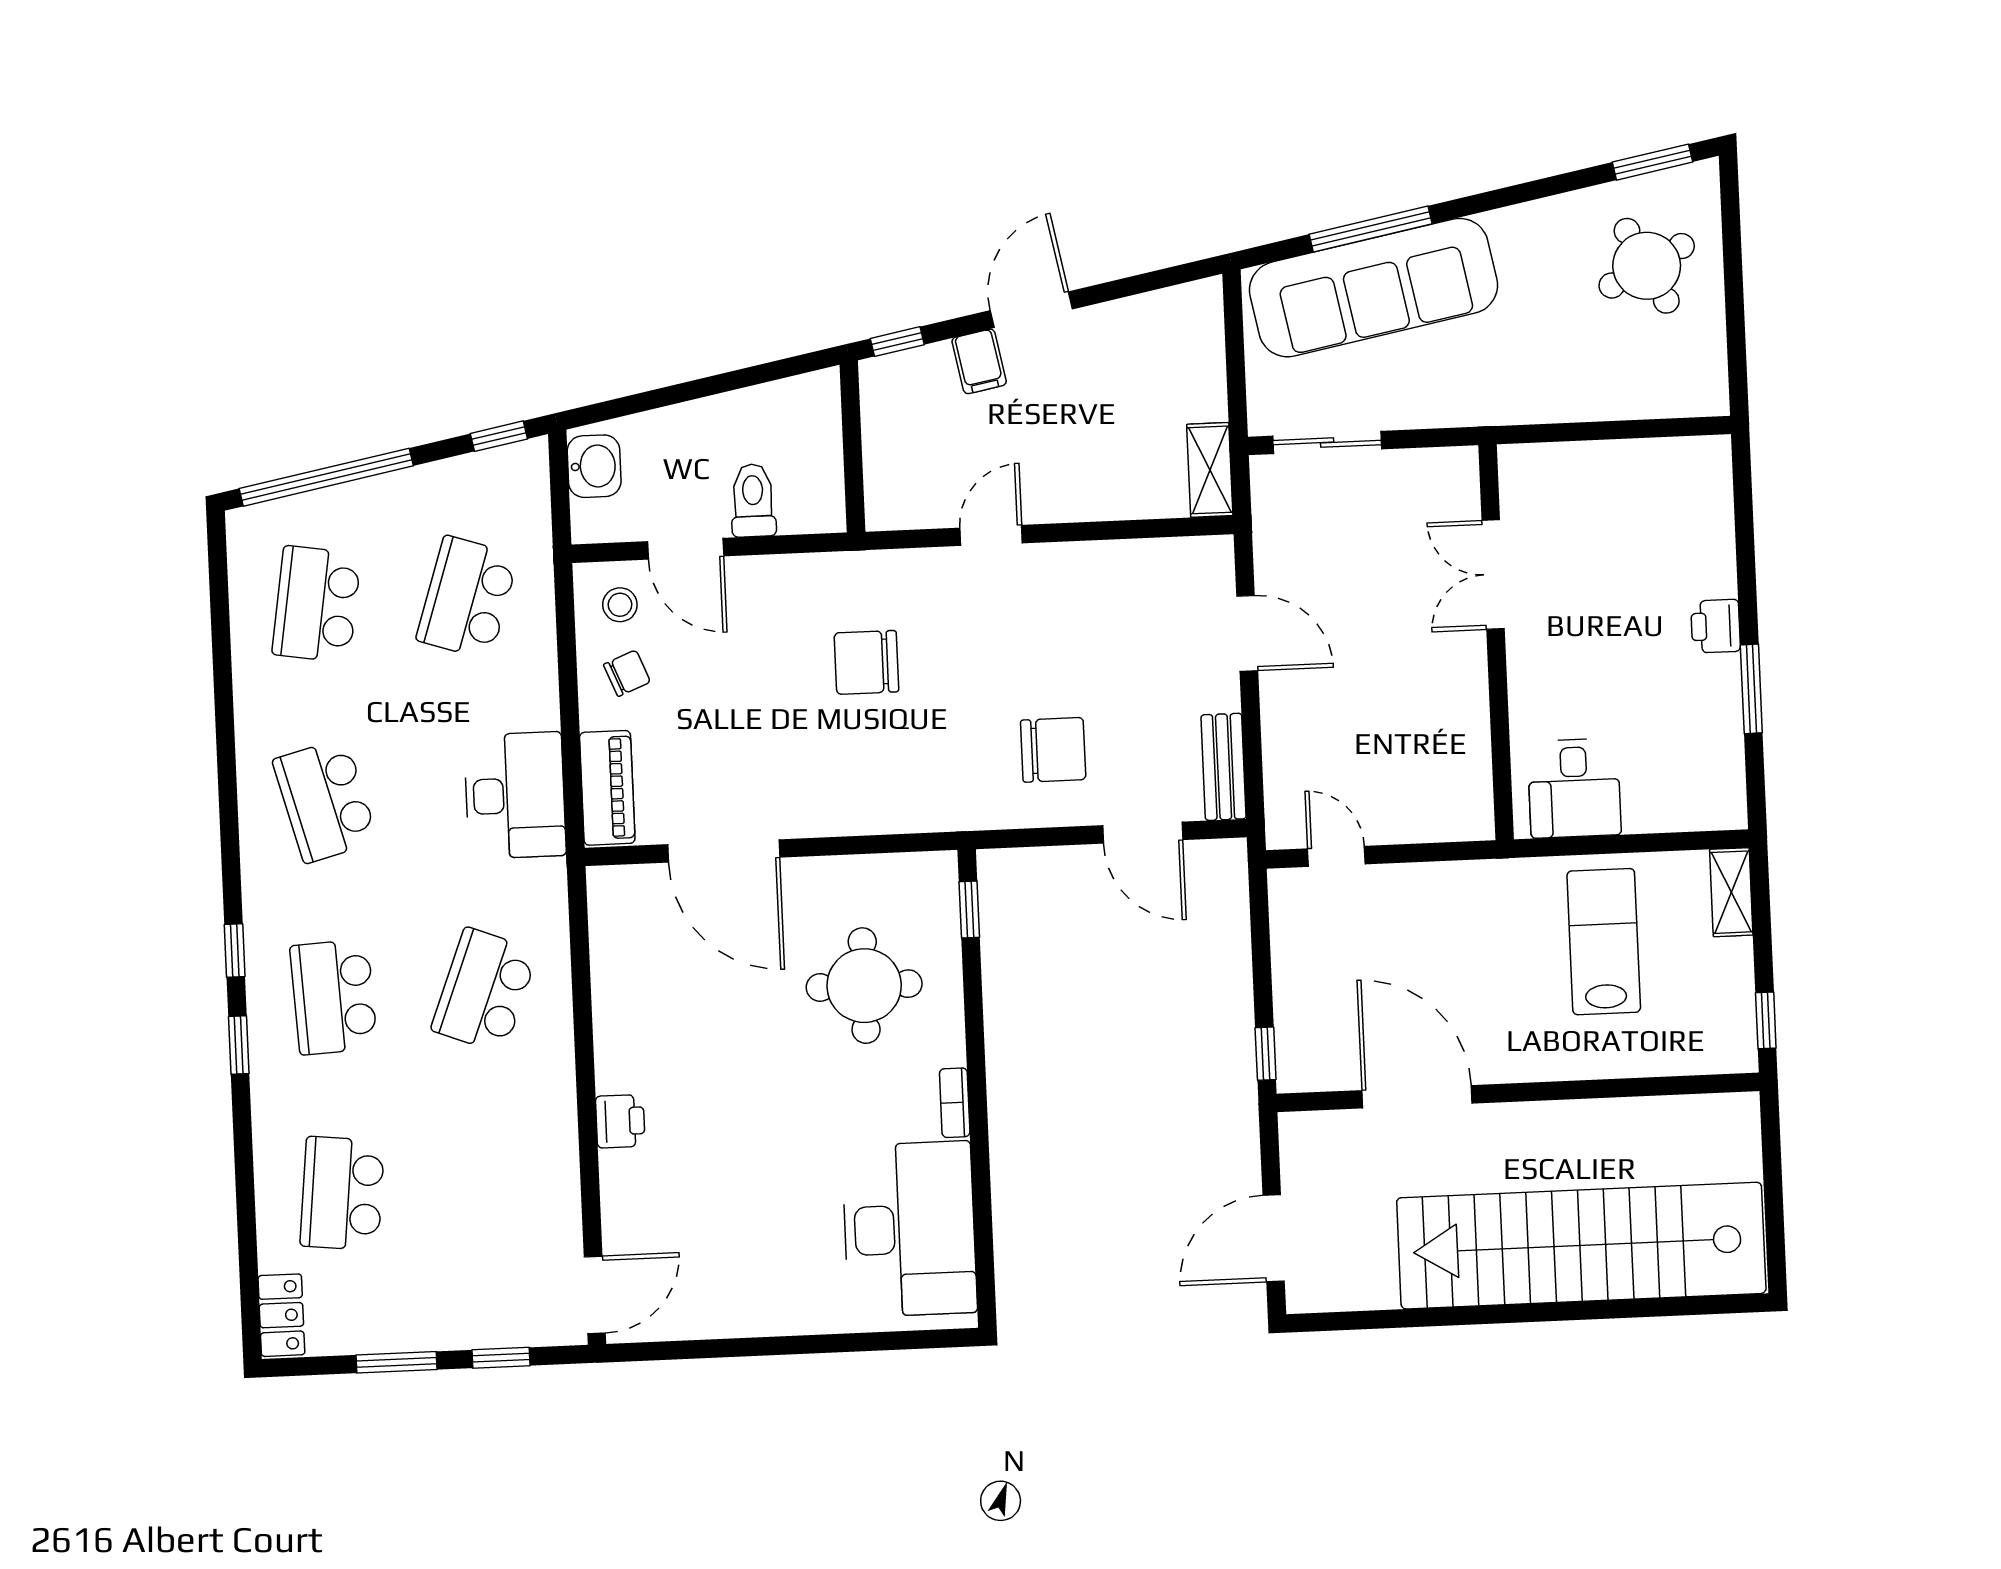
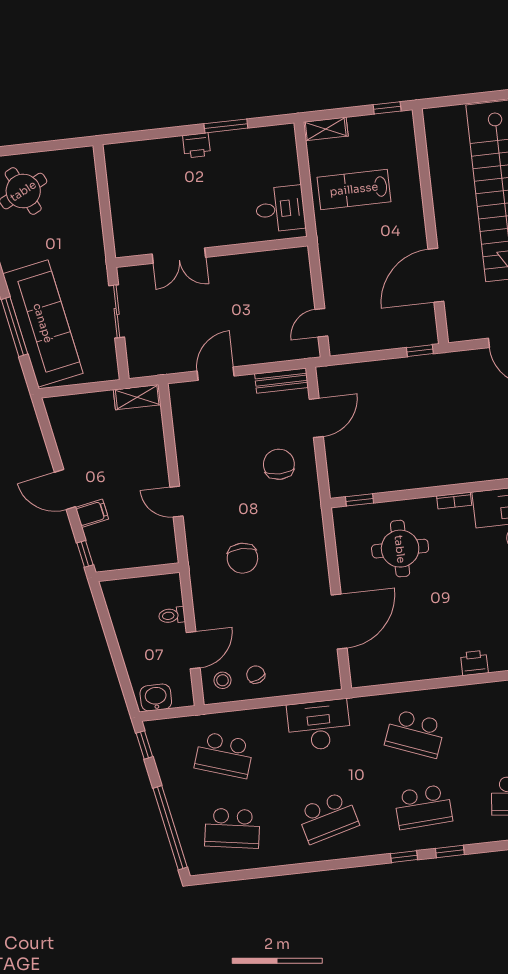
sliding door: (1327, 443) -> (117, 311), moved
toilet: (753, 500) -> (172, 615), width x0.73, depth x0.72
piano: (607, 788) -> (312, 680), removed

